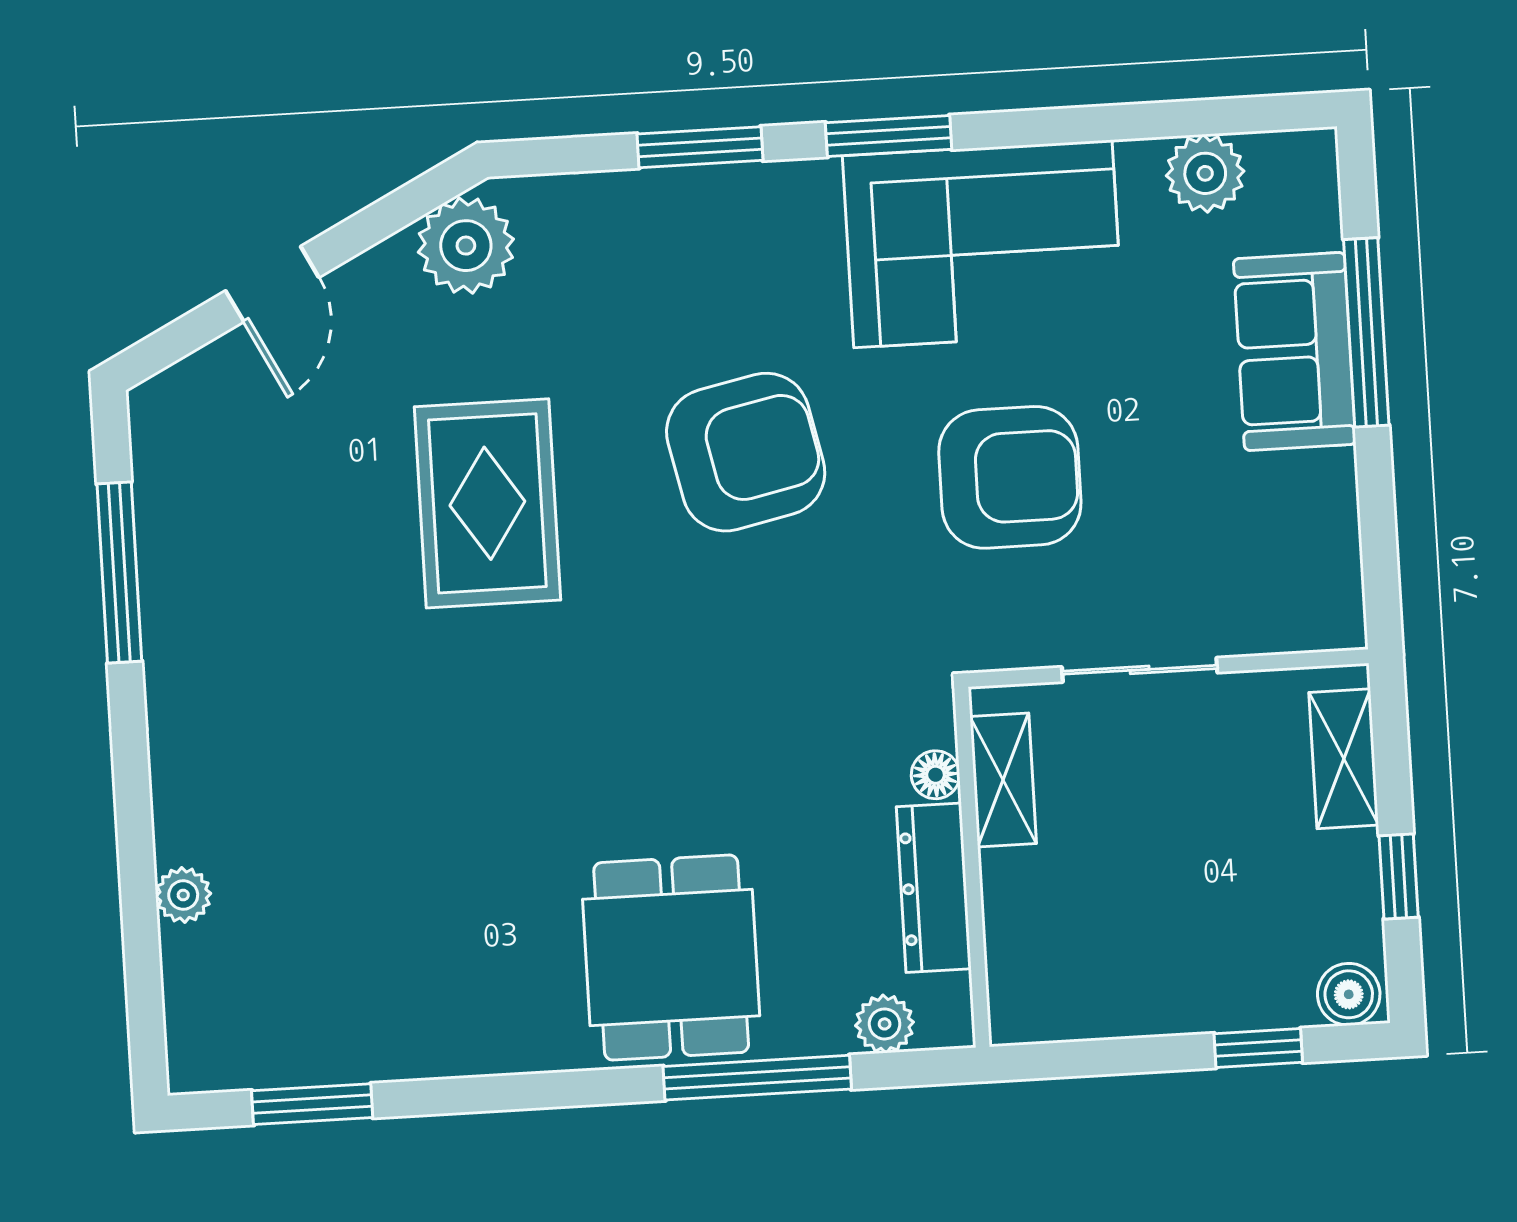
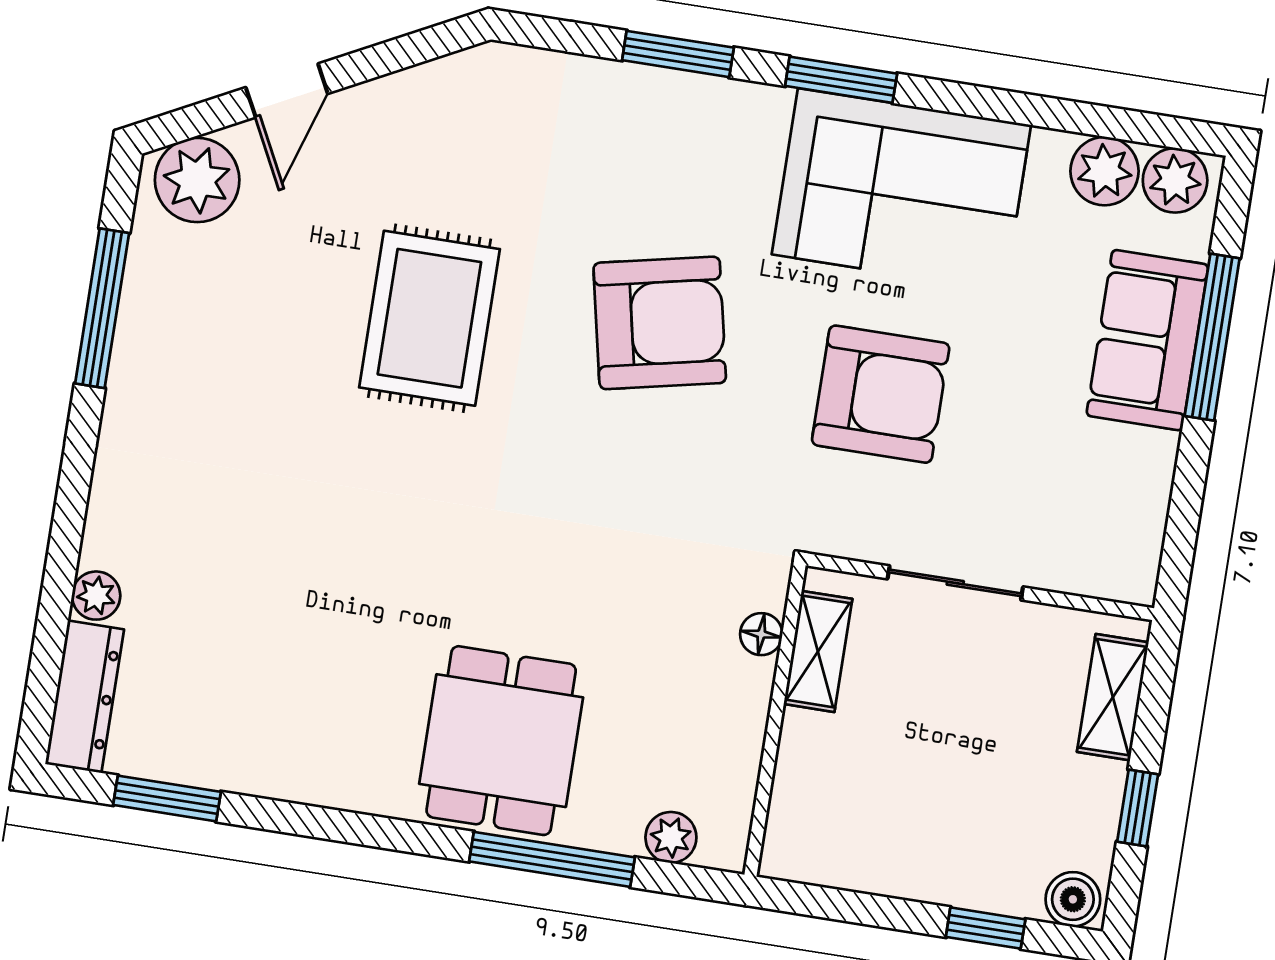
plant: (1286, 166) -> (1175, 180), added
plant: (466, 246) -> (197, 180), moved
dresser: (934, 888) -> (85, 697), moved, turned 180

